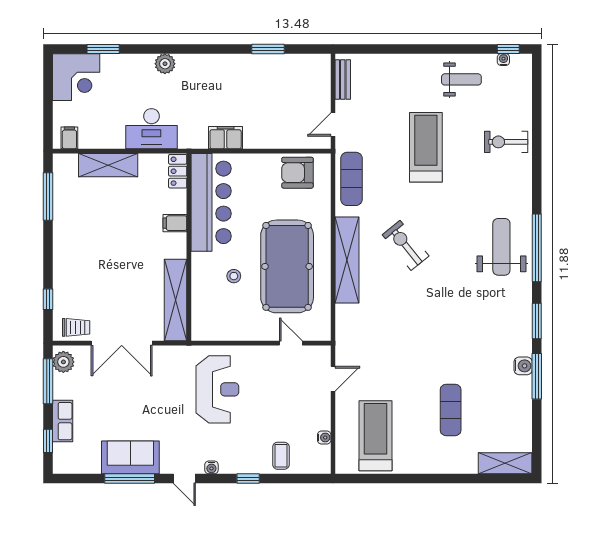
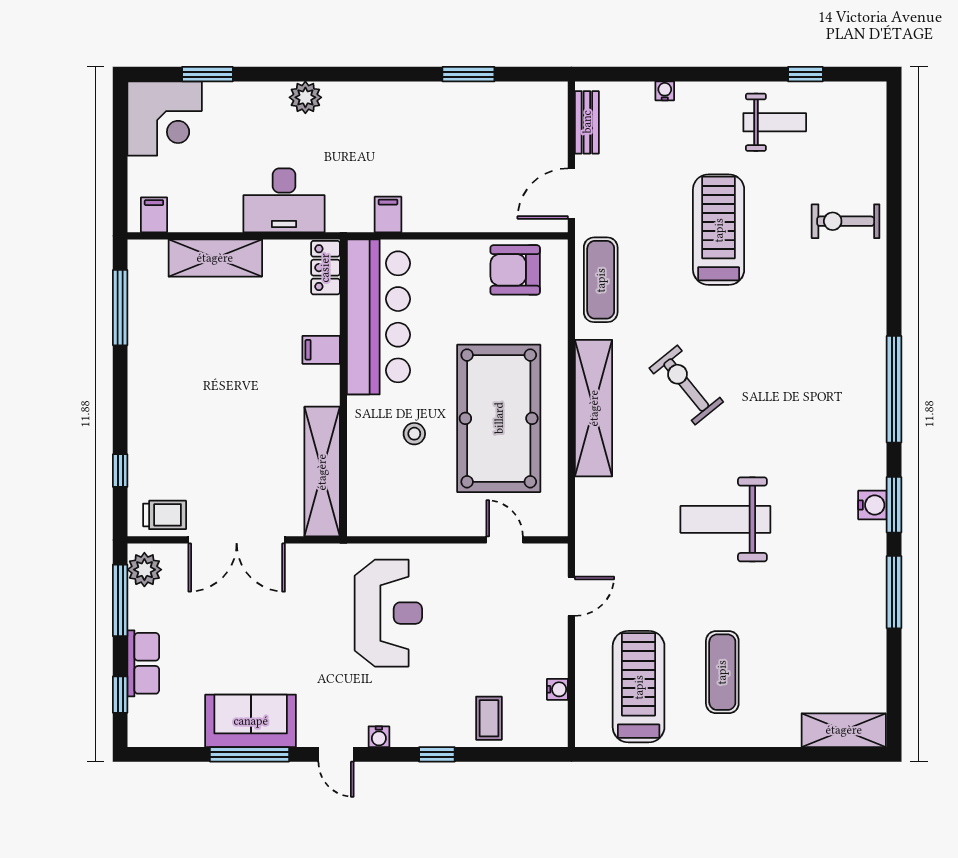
window: (508, 49) -> (805, 74), moved
water cooler: (503, 60) -> (665, 91), moved
door: (333, 124) -> (571, 194), width x1.38
filing cabinet: (226, 138) -> (388, 214), width x0.50
weight bench: (501, 247) -> (725, 519), moved, turned -90
water cooler: (523, 366) -> (872, 505), moved
exercise mat: (451, 410) -> (722, 672), moved

